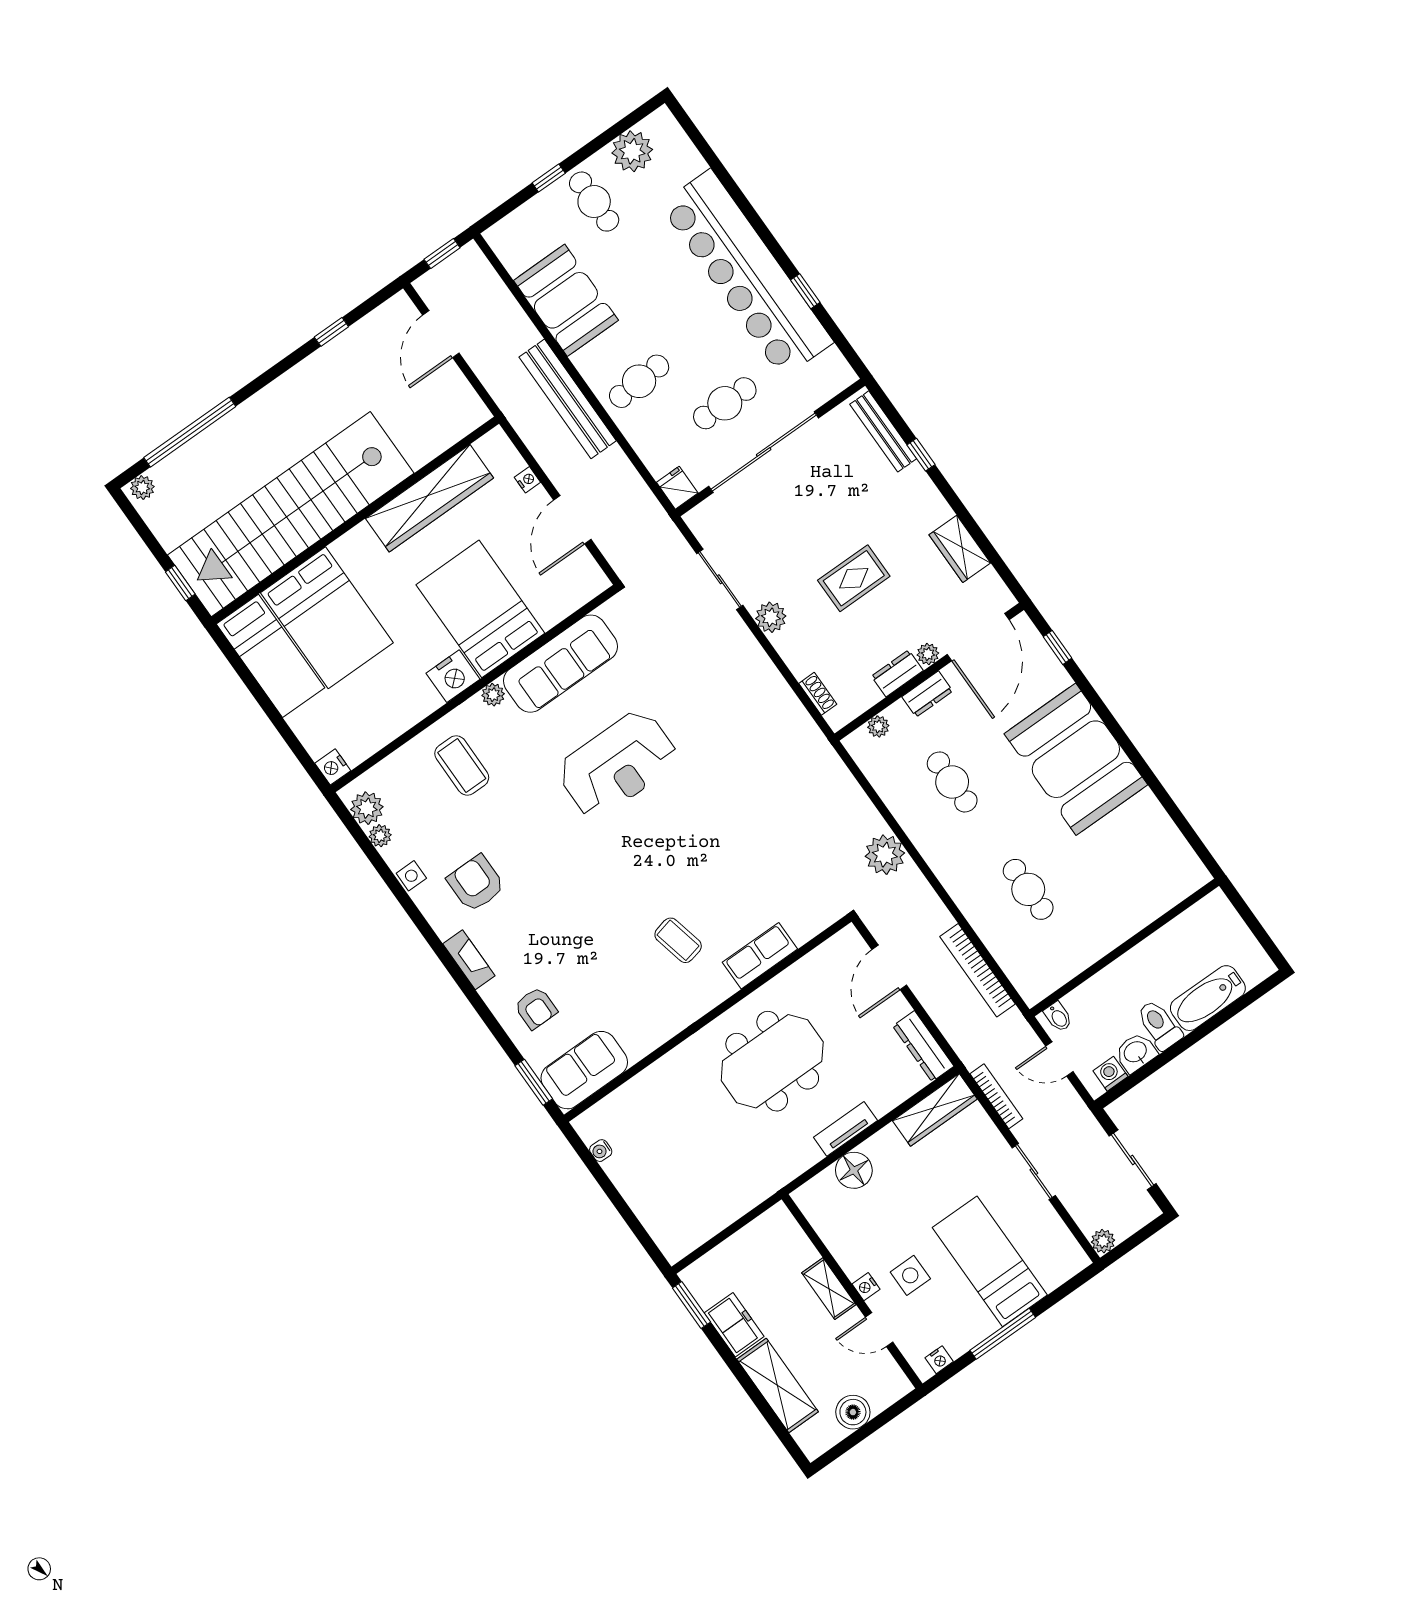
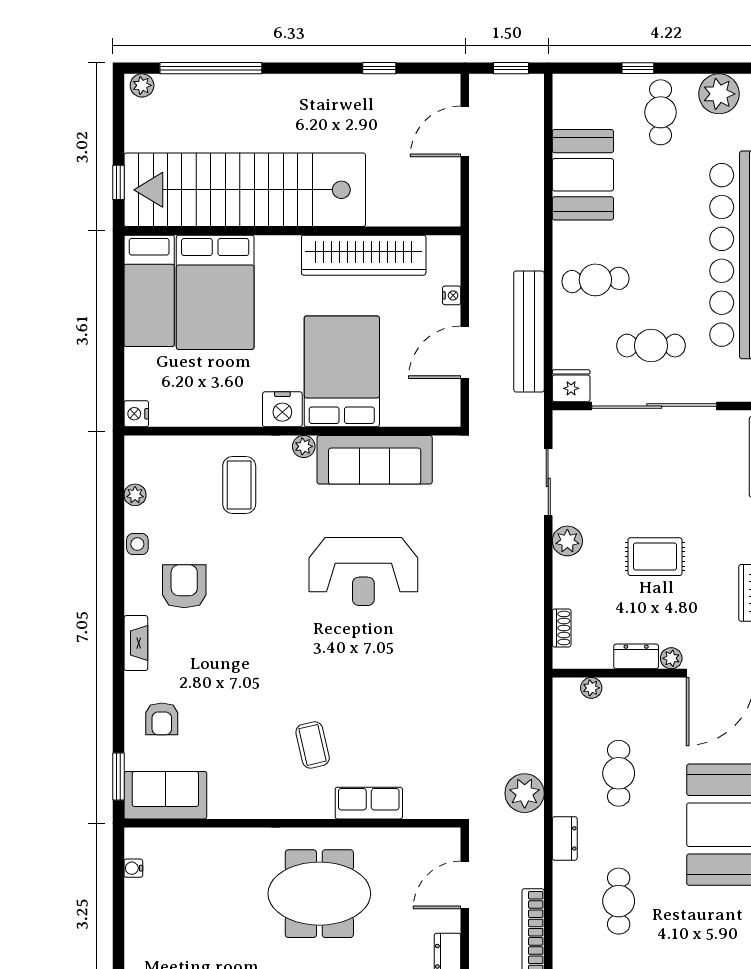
bench: (568, 399) -> (529, 332), moved
fridge: (677, 488) -> (571, 386), width x1.38
dresser: (927, 694) -> (565, 838), moved, turned -90
plant: (367, 808) -> (140, 466), removed

